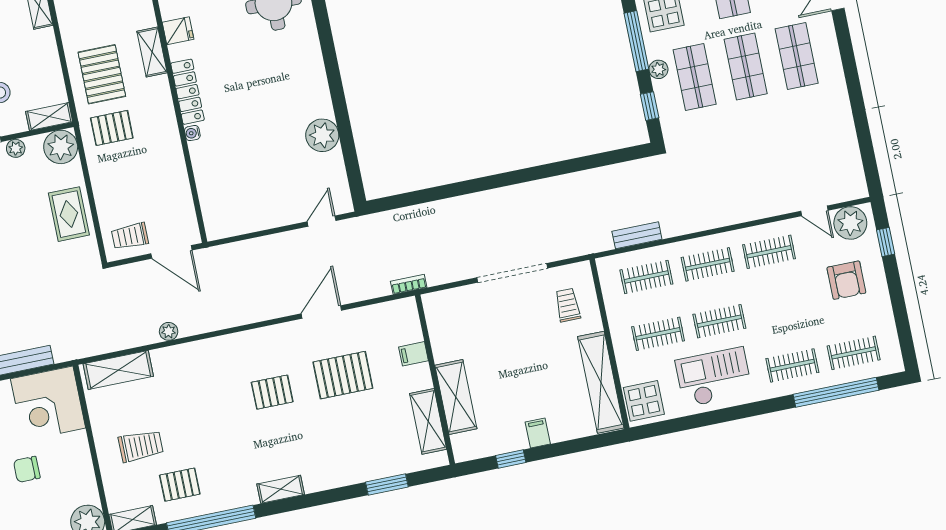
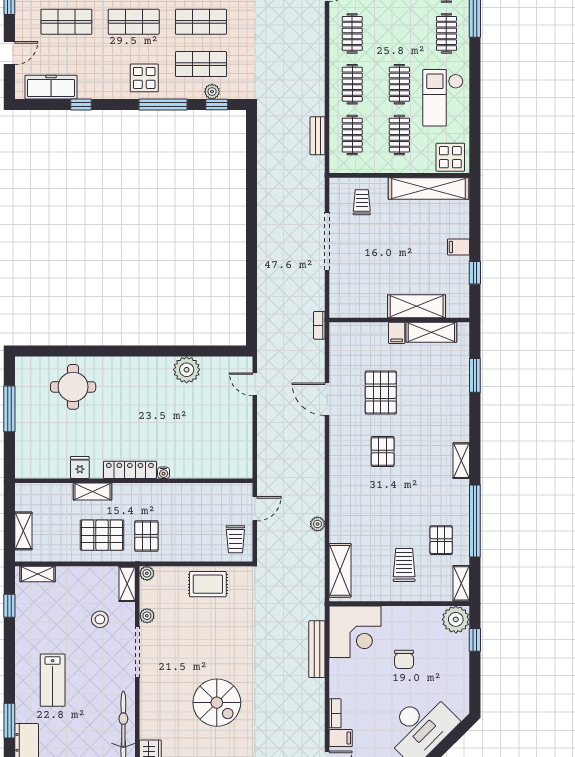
plant: (658, 69) -> (212, 92), moved
plant: (61, 147) -> (147, 573), width x0.53, depth x0.53
door: (171, 252) -> (255, 509), width x0.73
trolley: (568, 305) -> (362, 202), turned 90
filing cabinet: (414, 354) -> (397, 333), moved

